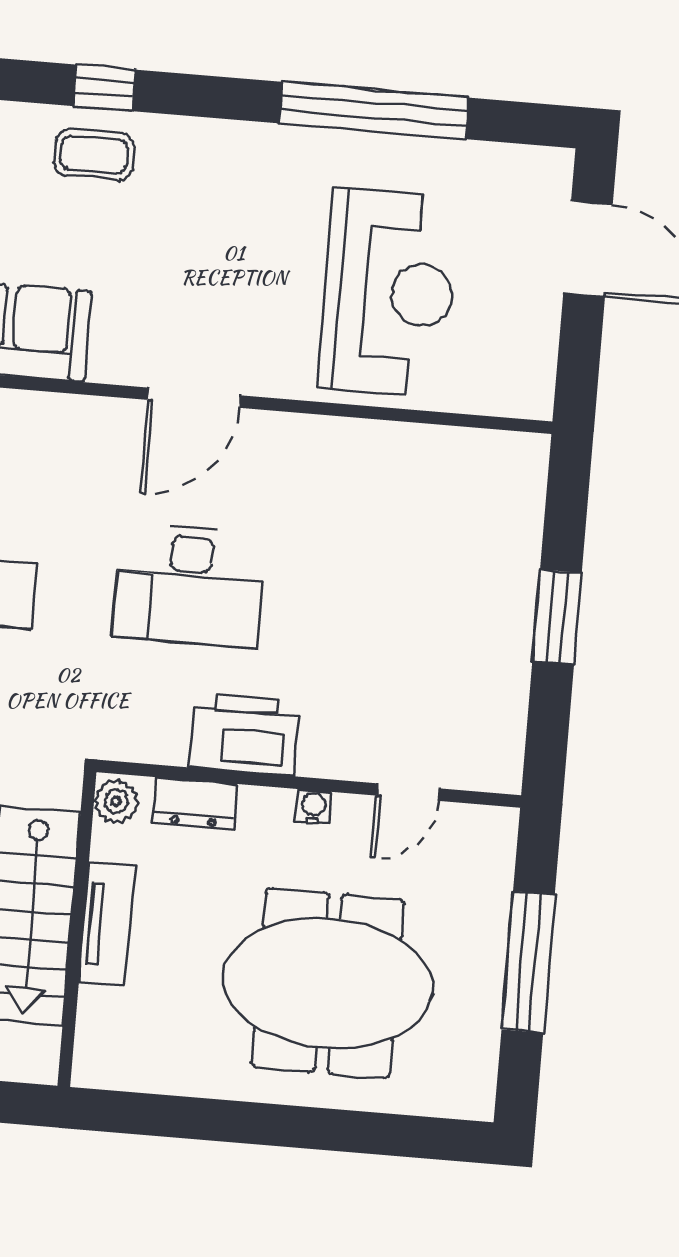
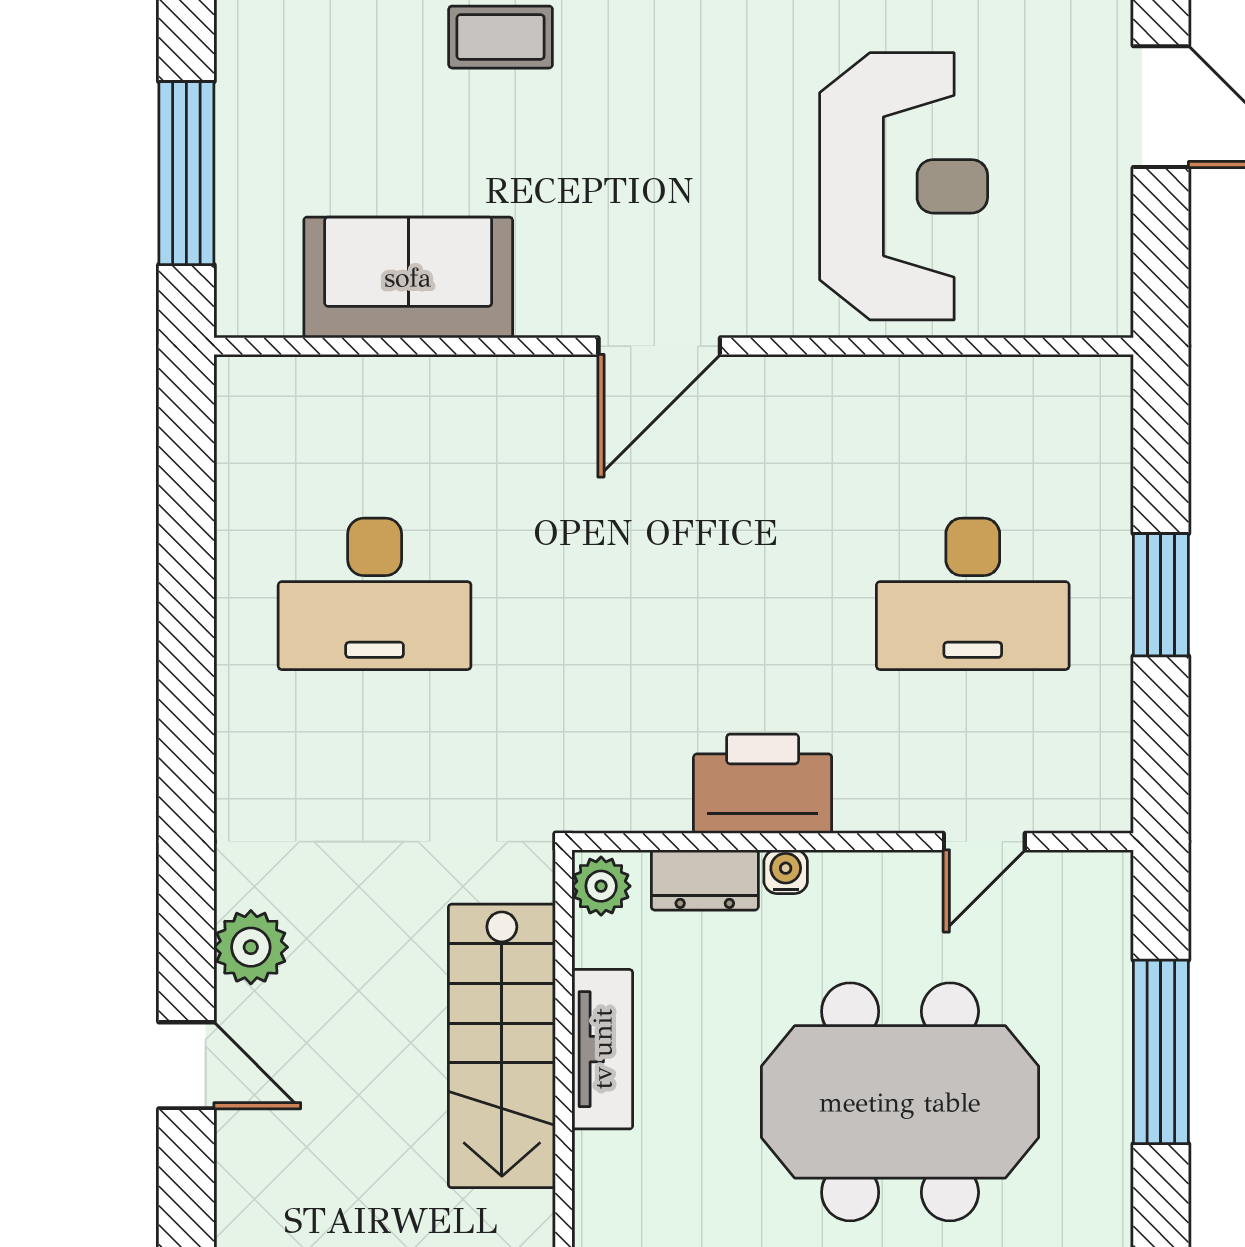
desk: (189, 585) -> (973, 594), moved
water cooler: (313, 807) -> (786, 872), moved

